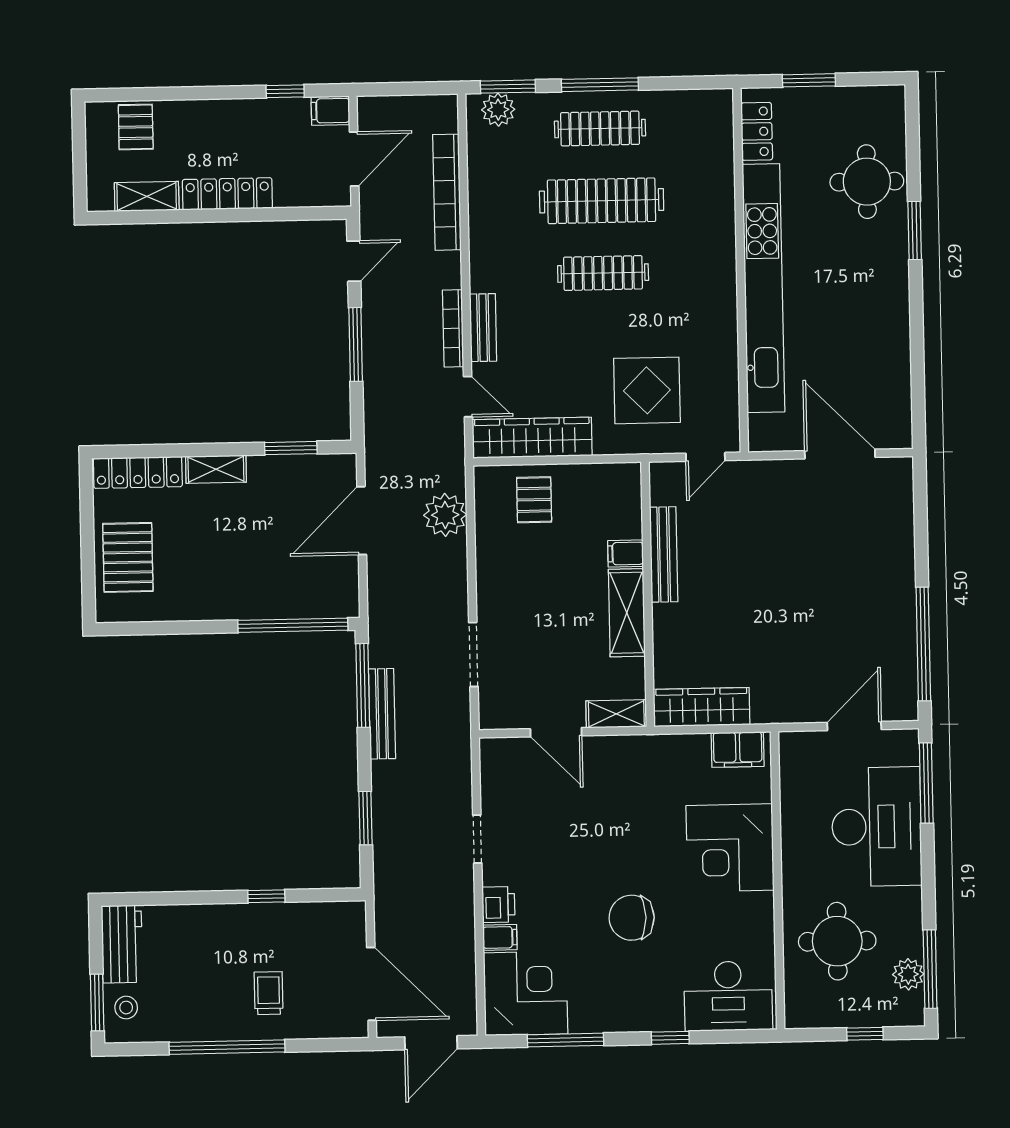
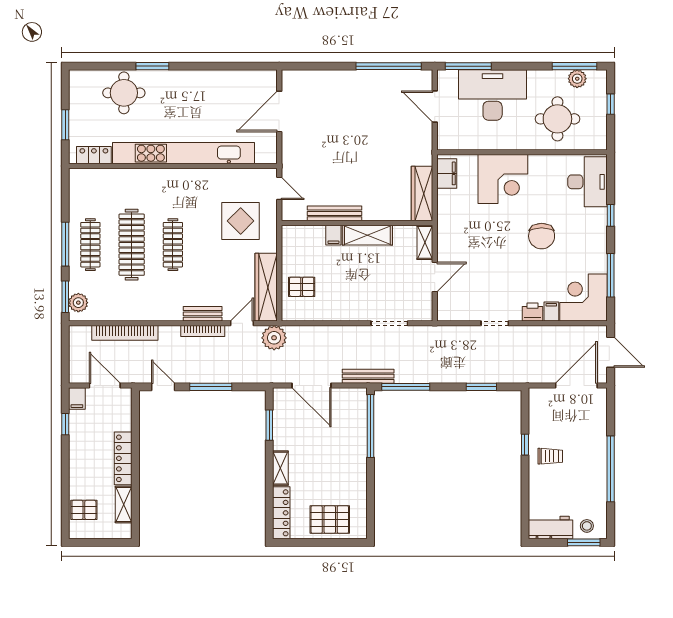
plant: (445, 515) -> (274, 338), moved
bench: (382, 714) -> (368, 376), moved
trolley: (269, 993) -> (550, 456), moved, turned 180

